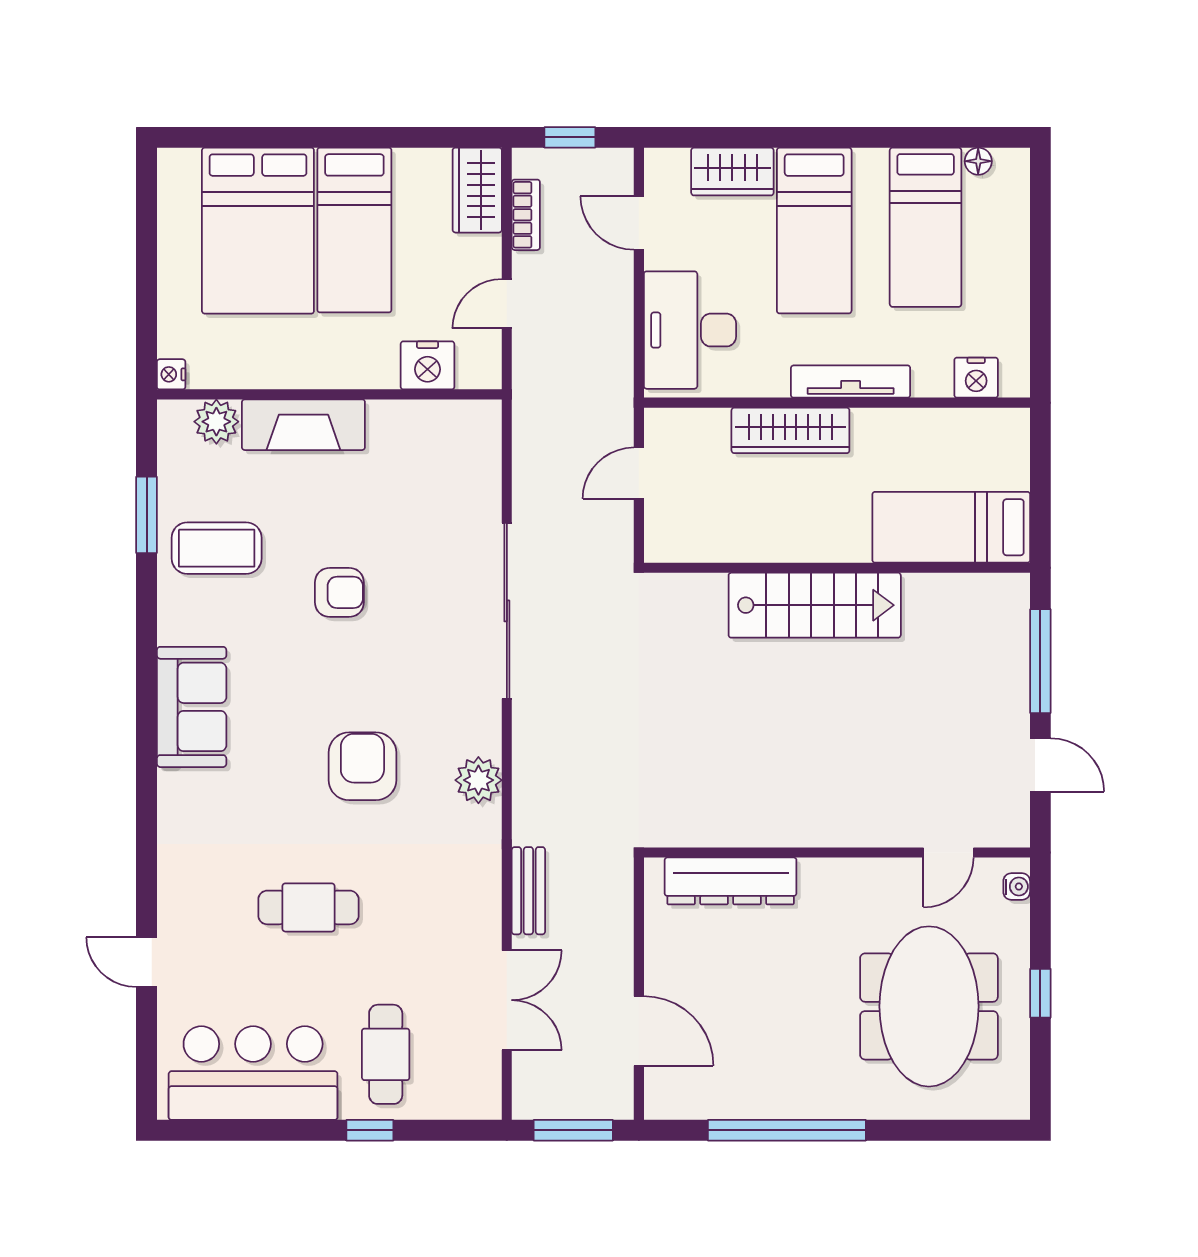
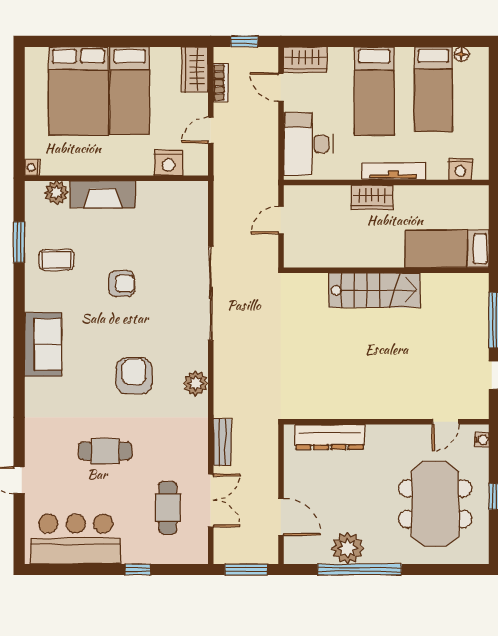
wardrobe: (732, 172) -> (305, 60), moved
wardrobe: (790, 430) -> (372, 197), width x0.67
coffee table: (217, 548) -> (56, 260), width x0.73, depth x0.77
cafe table: (386, 1054) -> (168, 508), moved
plant: (764, 1090) -> (348, 548), added

